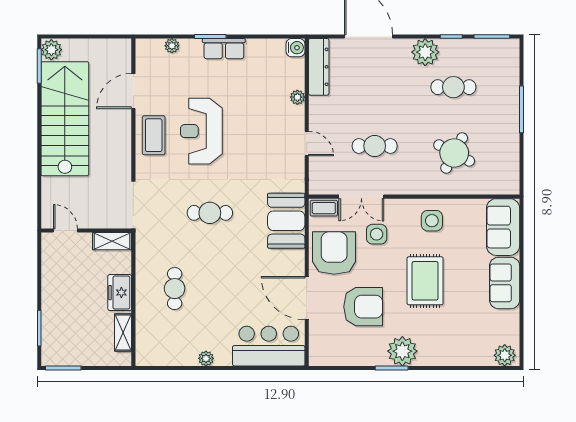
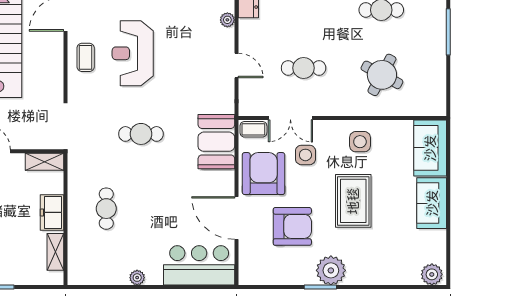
coffee table: (154, 135) -> (86, 57), width x0.73, depth x0.77

